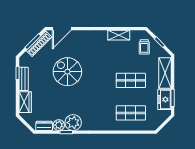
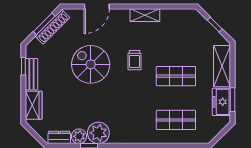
door: (62, 29) -> (97, 6), moved
shelving: (119, 35) -> (145, 15), moved
trolley: (144, 47) -> (134, 60), moved

